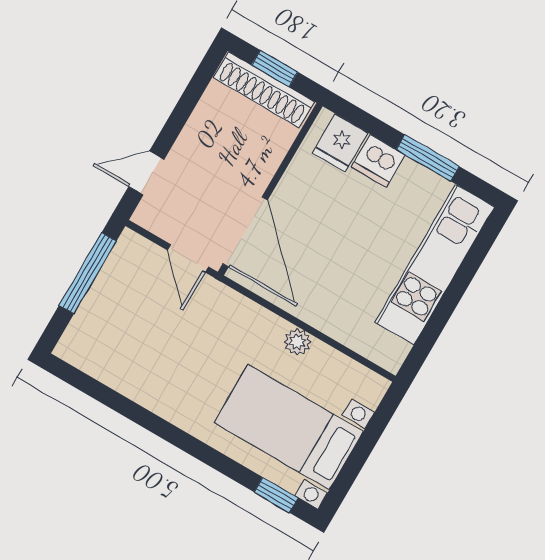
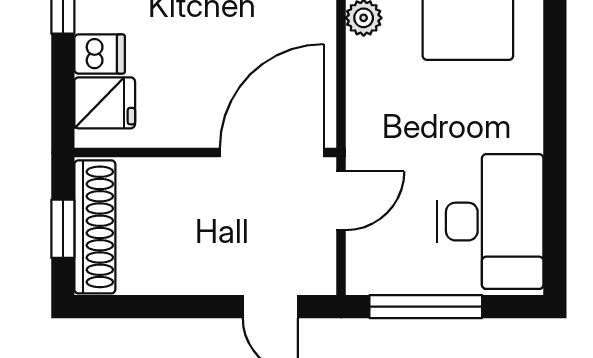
dishwasher: (378, 161) -> (100, 54), width x0.73
desk: (118, 347) -> (490, 222), added

